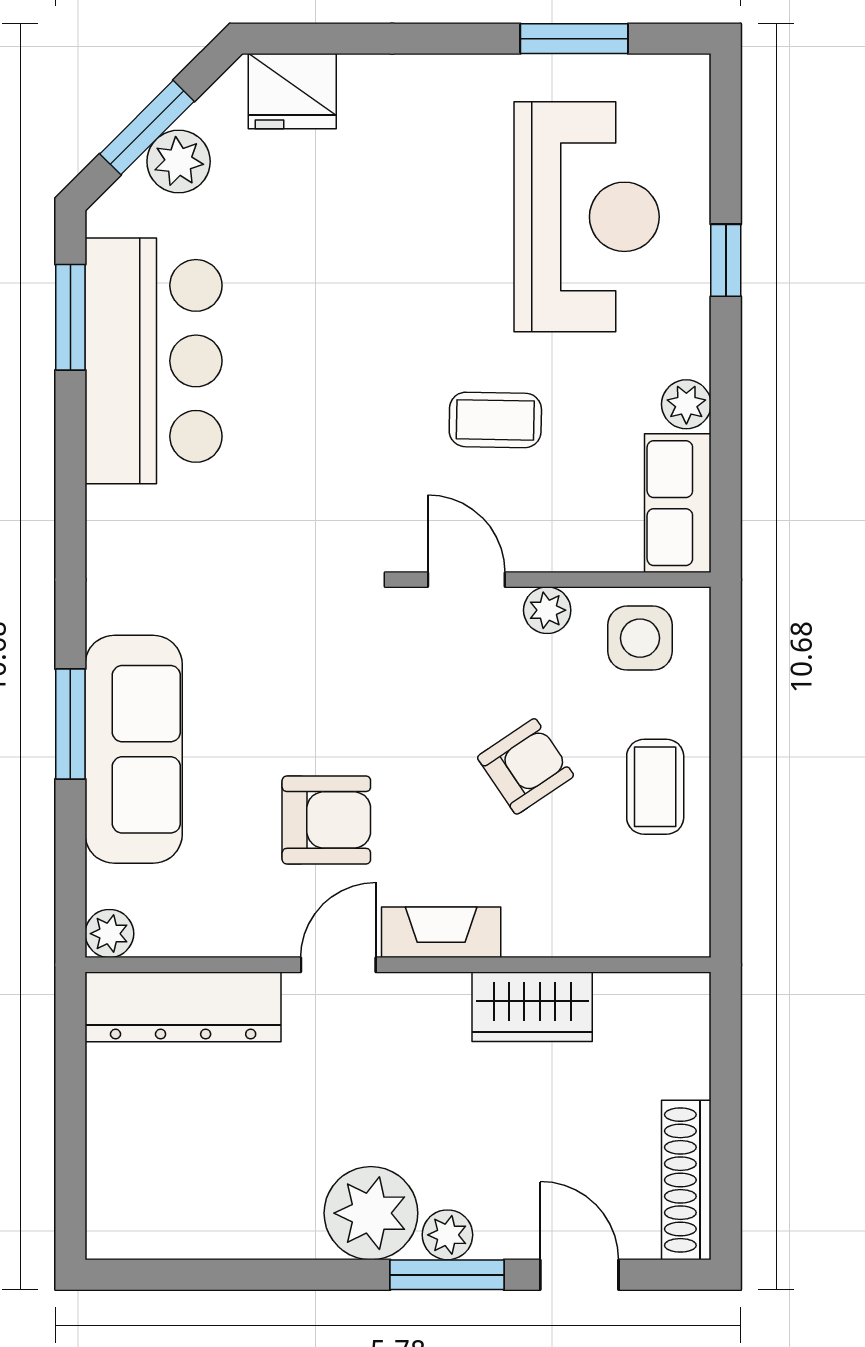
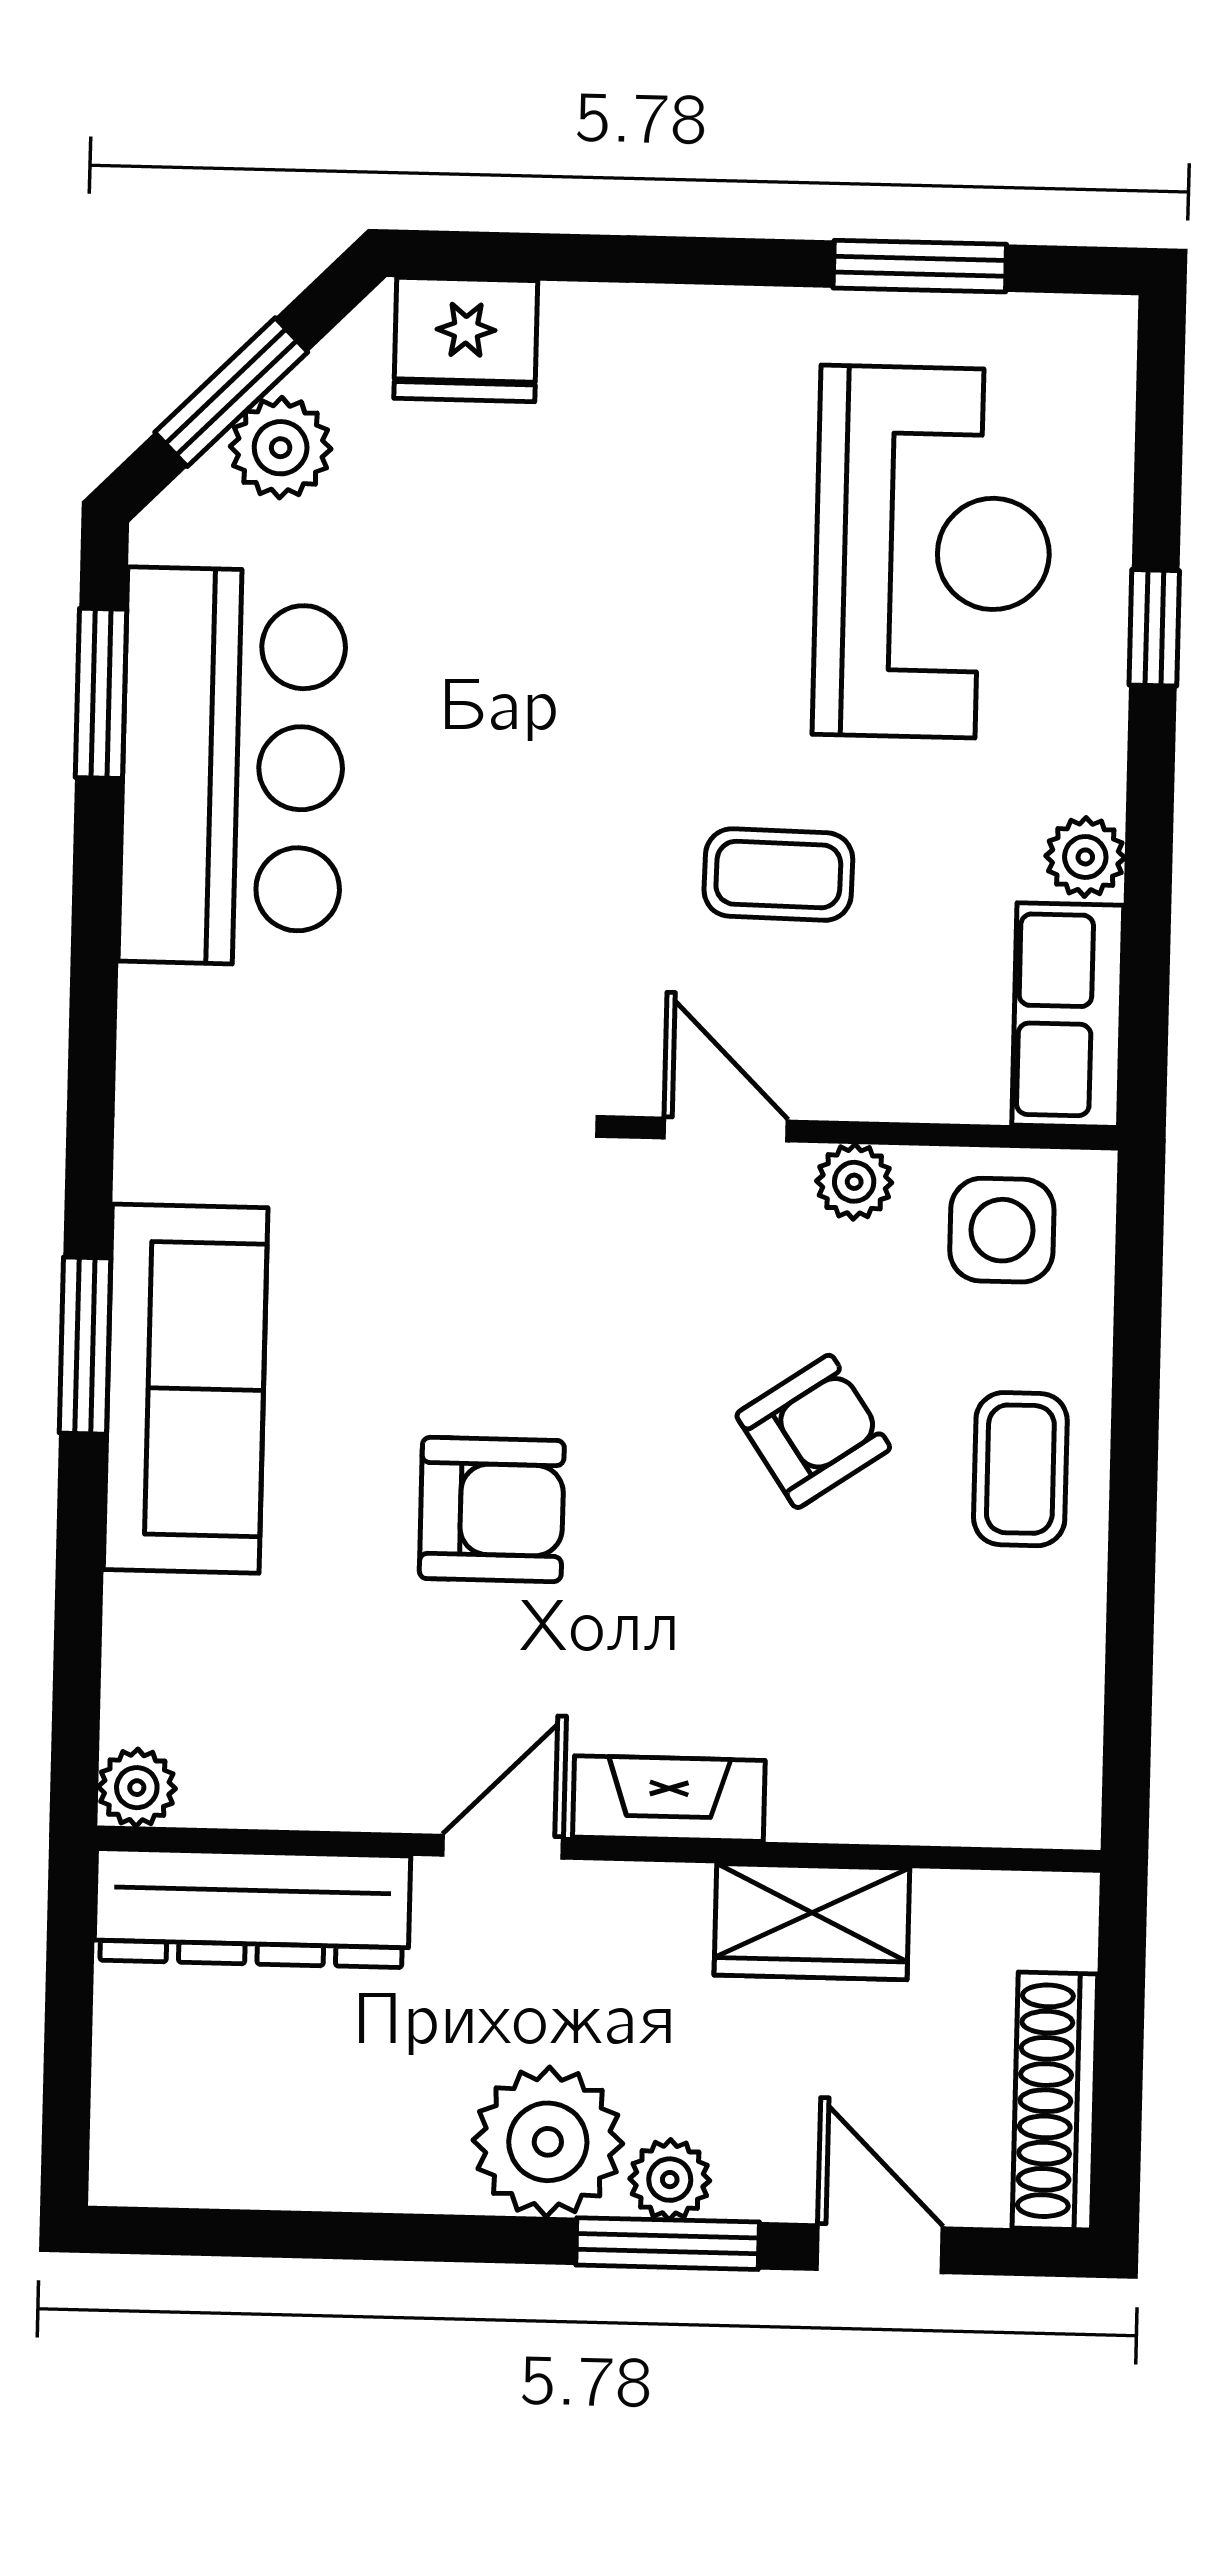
fireplace: (441, 932) -> (669, 1799), moved
plant: (109, 934) -> (137, 1788), moved
door: (338, 965) -> (503, 1847), moved
wall: (398, 965) -> (599, 1849), moved
dresser: (183, 1007) -> (252, 1908), moved
wardrobe: (532, 1007) -> (812, 1922), moved

